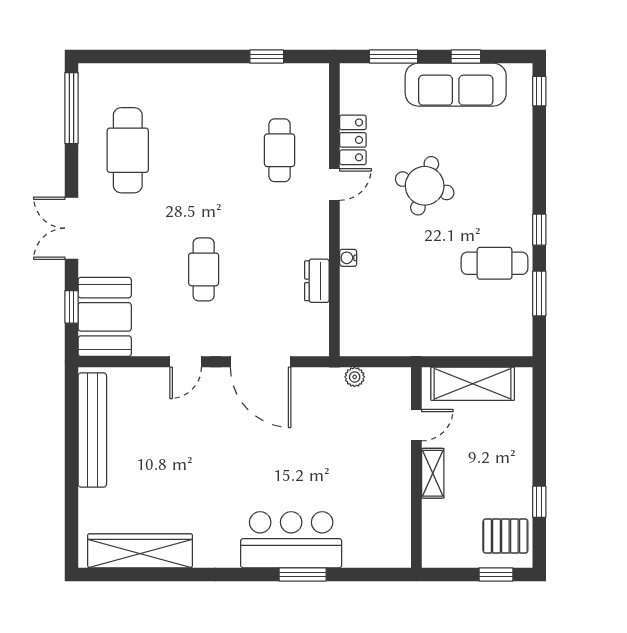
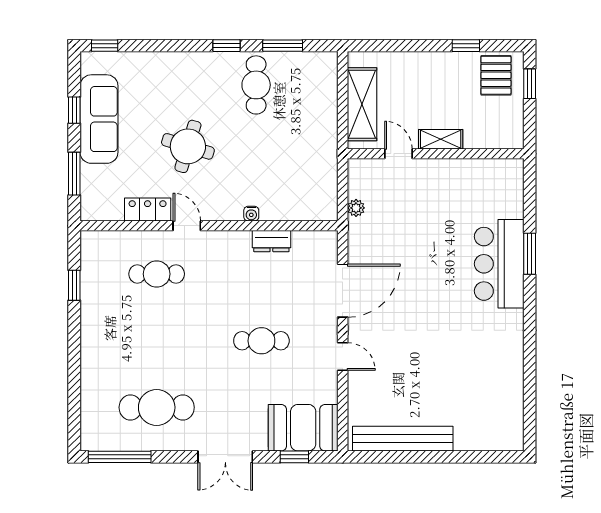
wardrobe: (140, 551) -> (509, 397), removed

